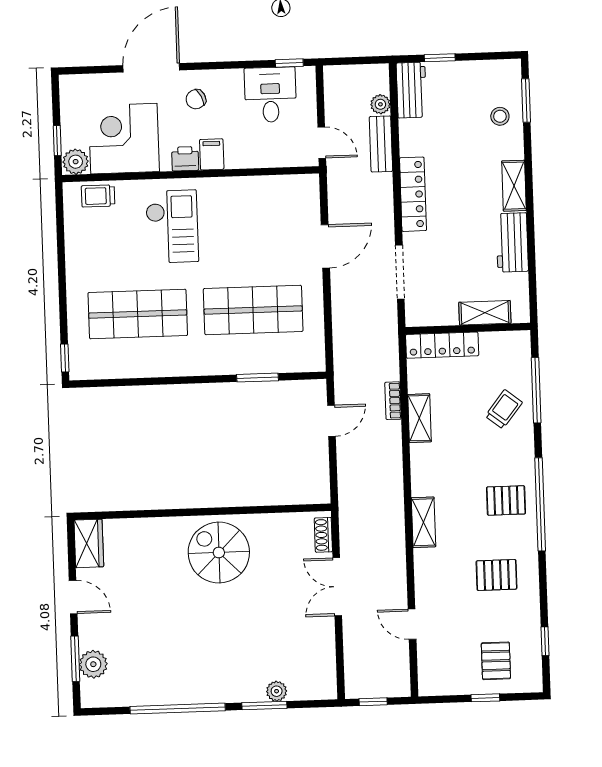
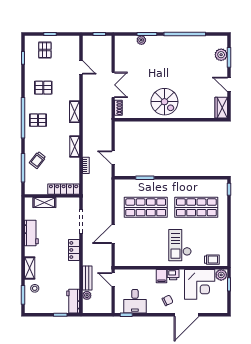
shelving: (514, 186) -> (30, 268), moved
locker: (413, 194) -> (74, 250), width x0.66
shelving: (419, 418) -> (75, 147), moved
door: (331, 421) -> (113, 158), hinge flipped

